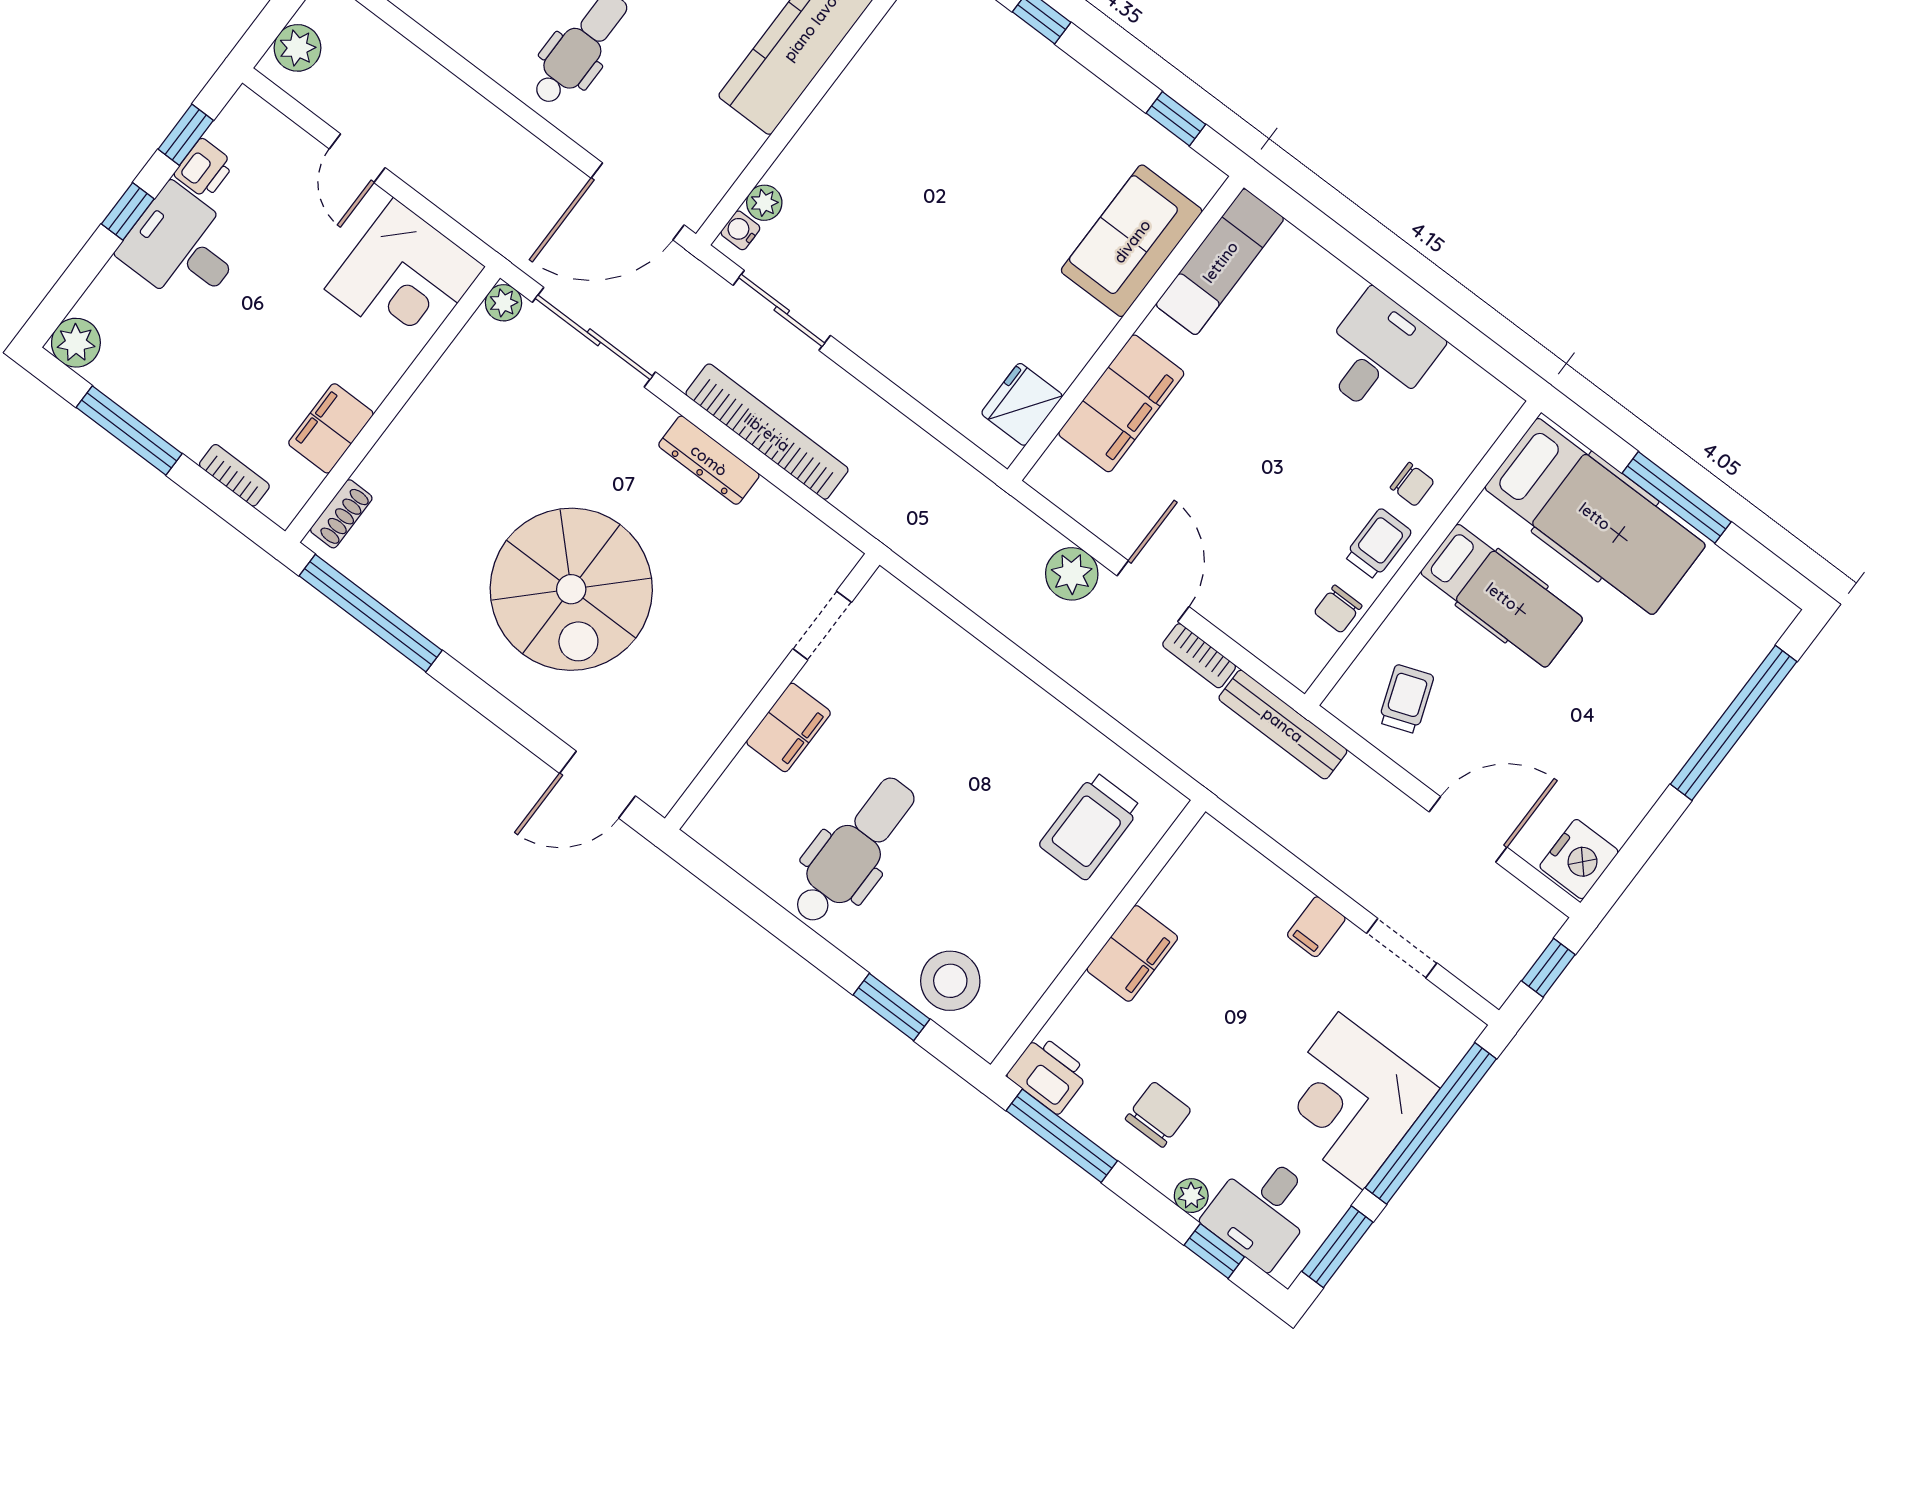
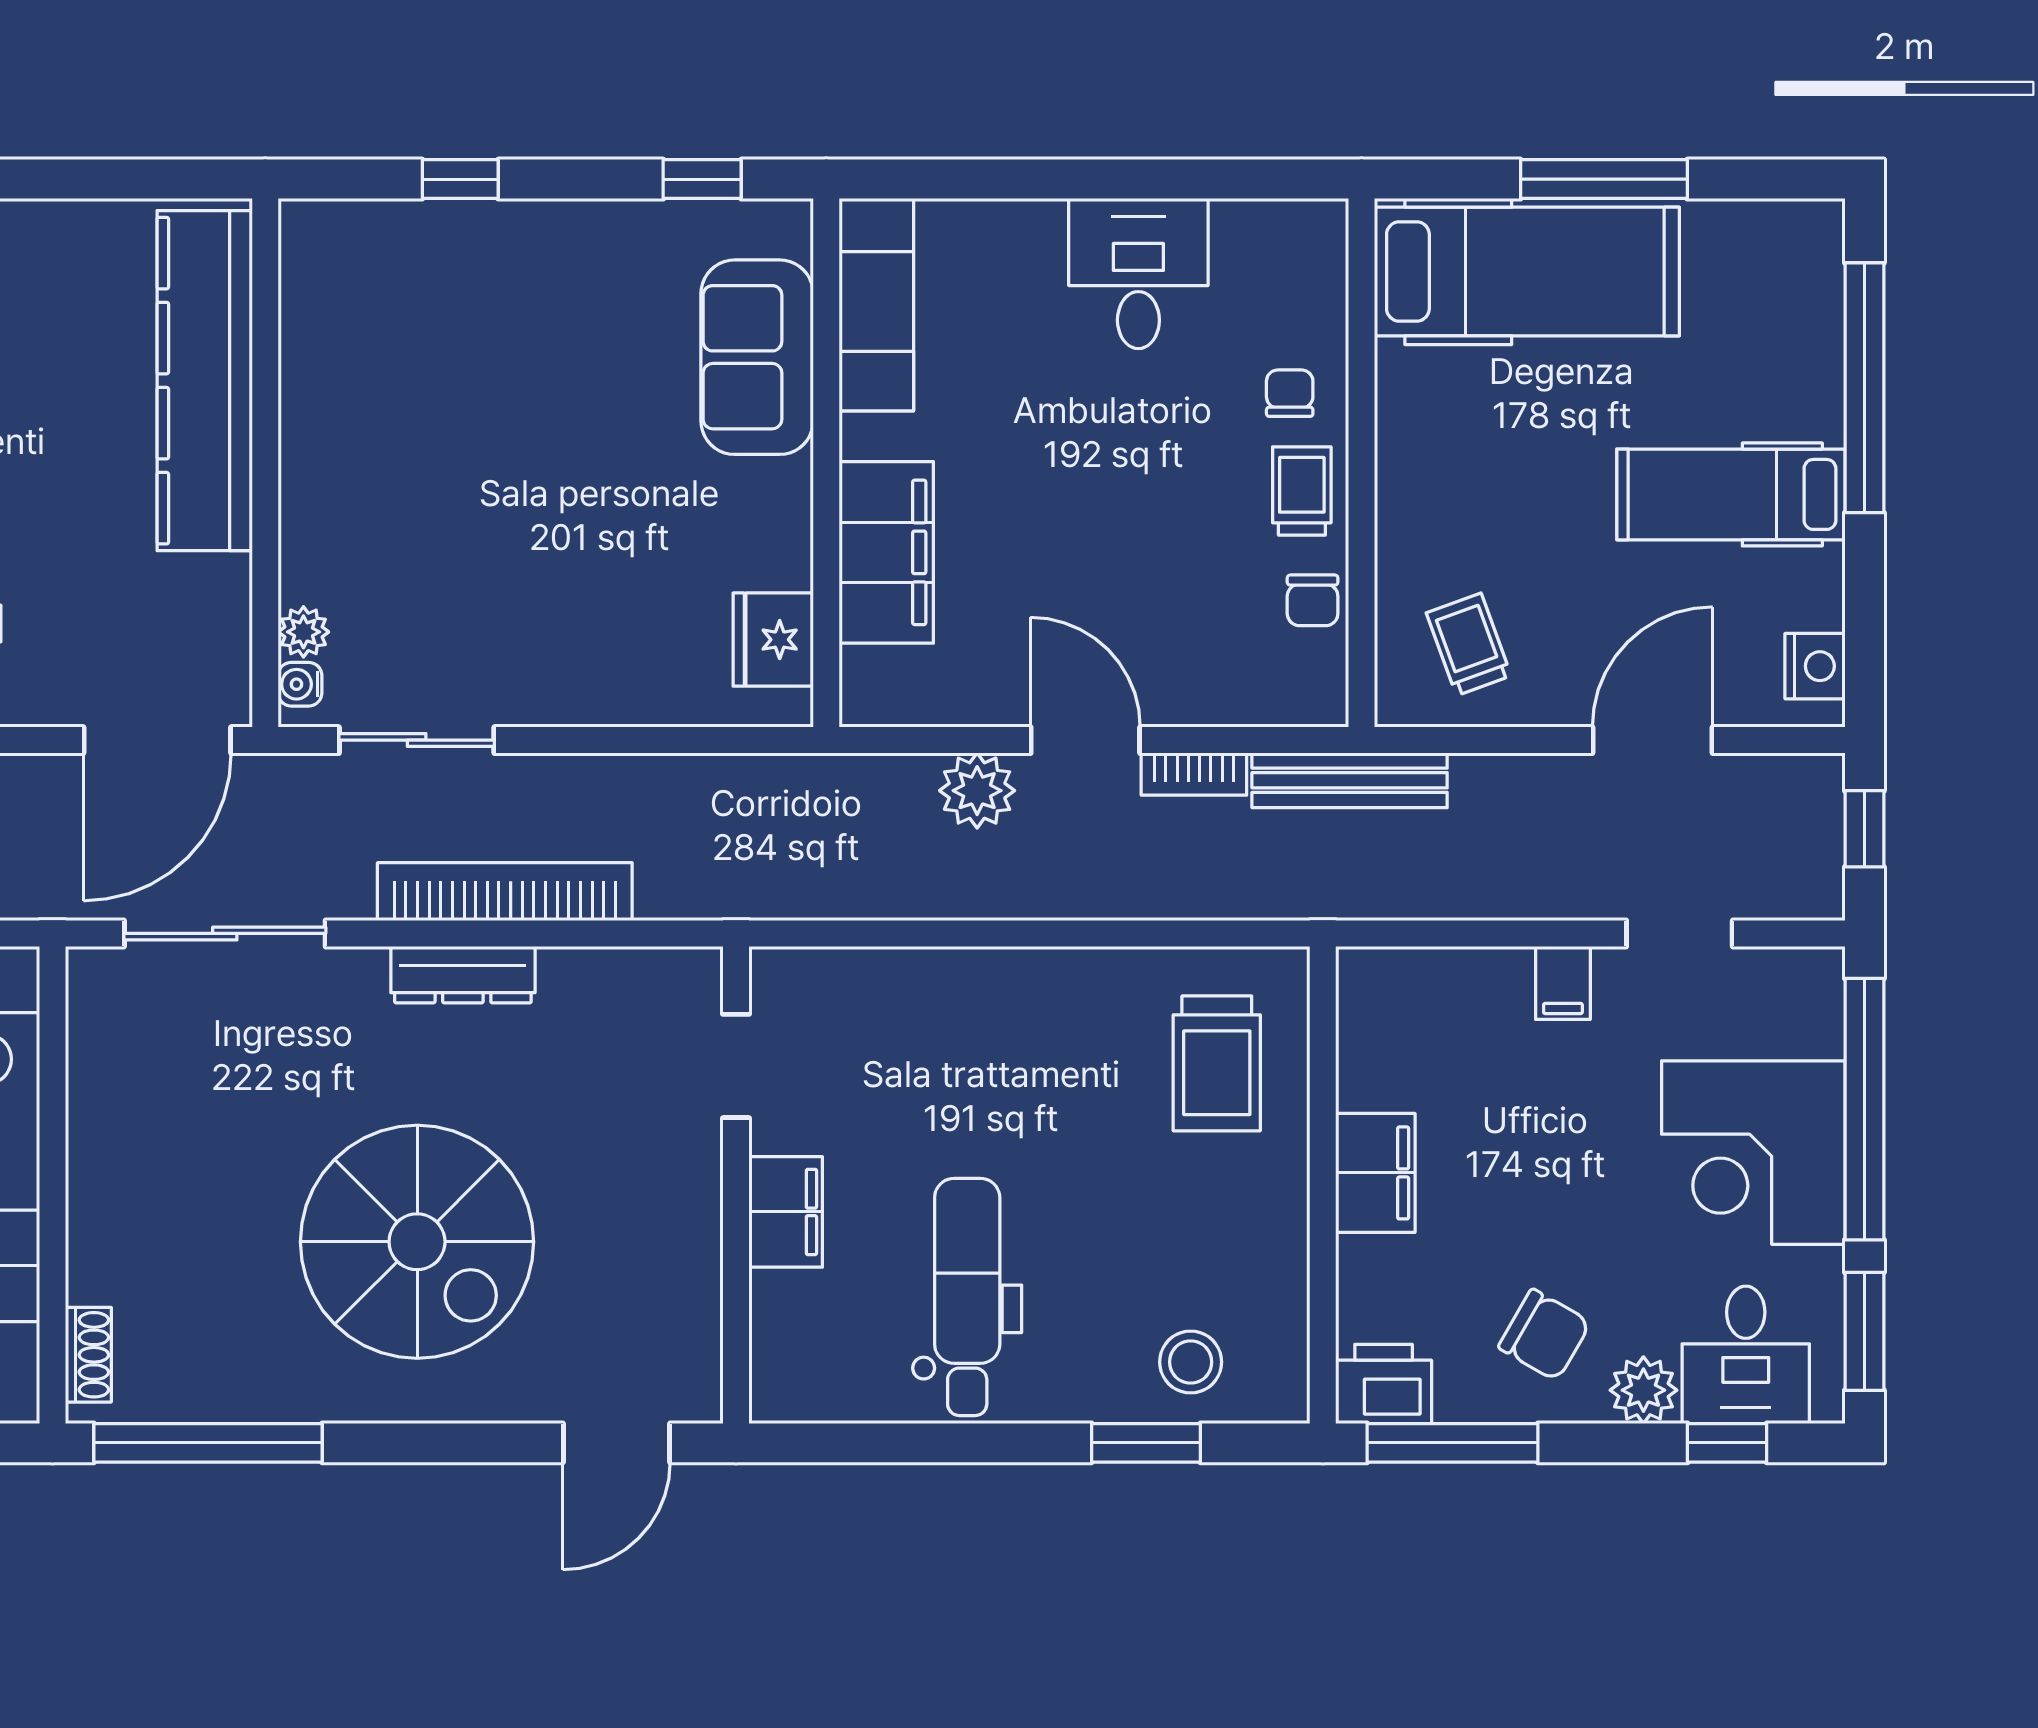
plant: (504, 303) -> (91, 972), removed
chair: (1412, 484) -> (1290, 393), turned -90
hospital bed: (1502, 596) -> (1731, 494), moved, turned 180
nightstand: (1579, 859) -> (1815, 666), width x0.74, depth x0.75
stool: (950, 981) -> (1191, 1362), width x0.73, depth x0.73
chair: (1158, 1114) -> (1544, 1335), turned 120
plant: (1191, 1196) -> (1643, 1390), width x1.38, depth x1.38

